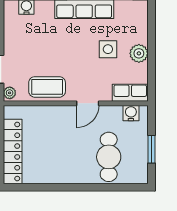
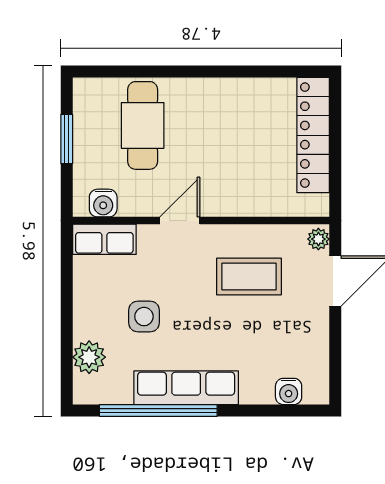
plant: (139, 53) -> (89, 357), moved
coffee table: (47, 87) -> (249, 277), moved

